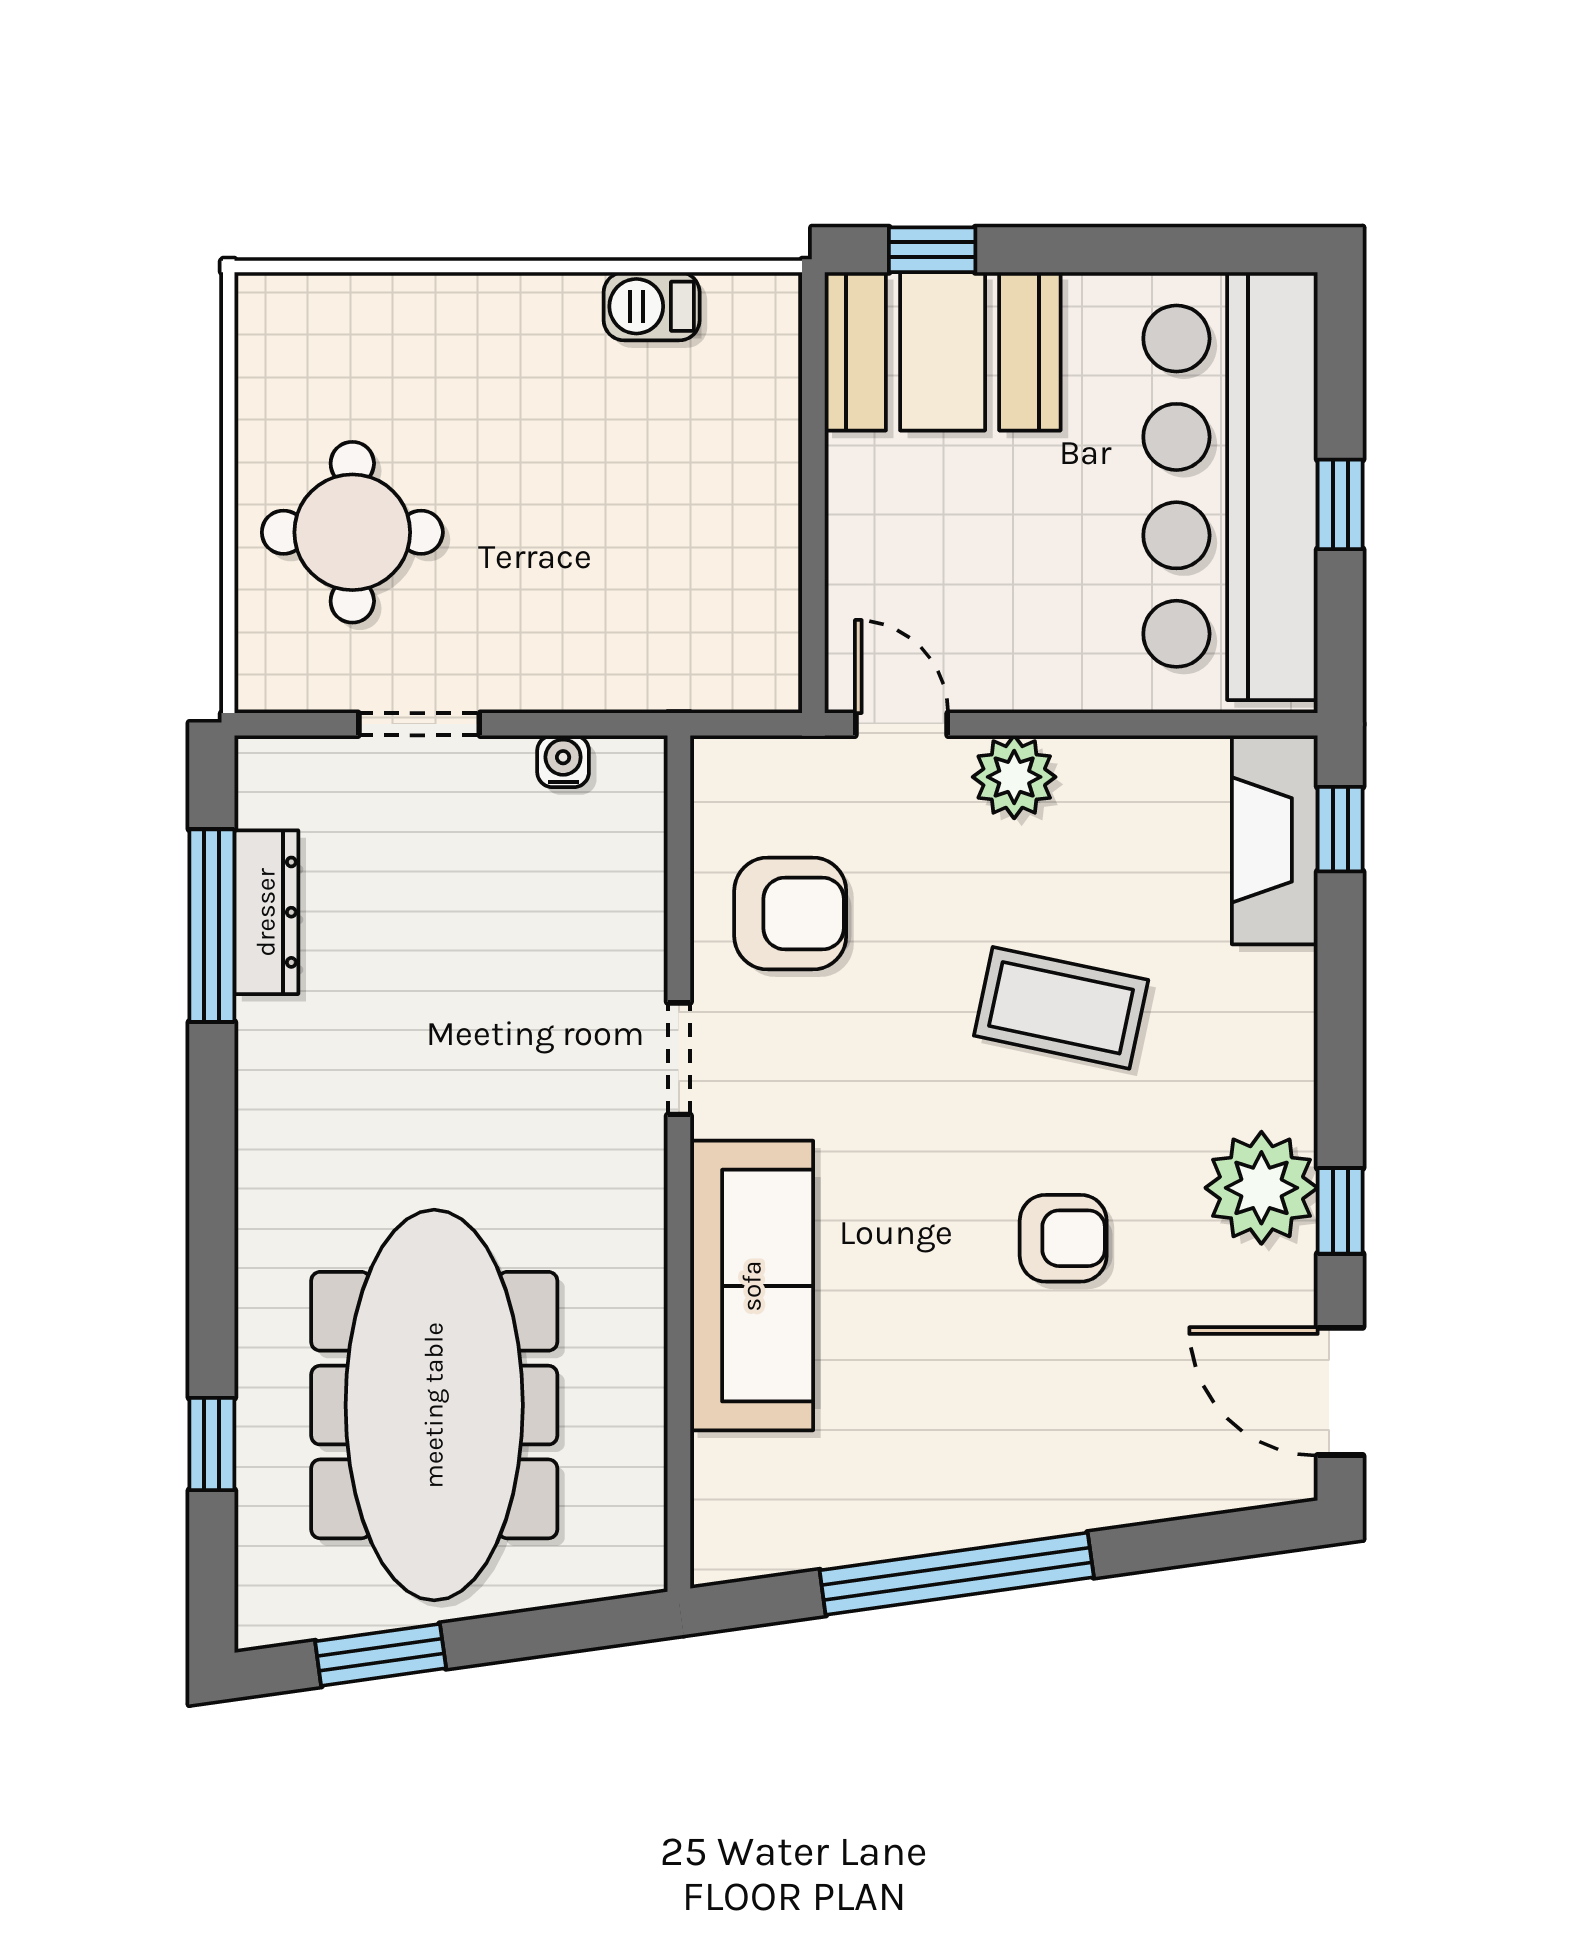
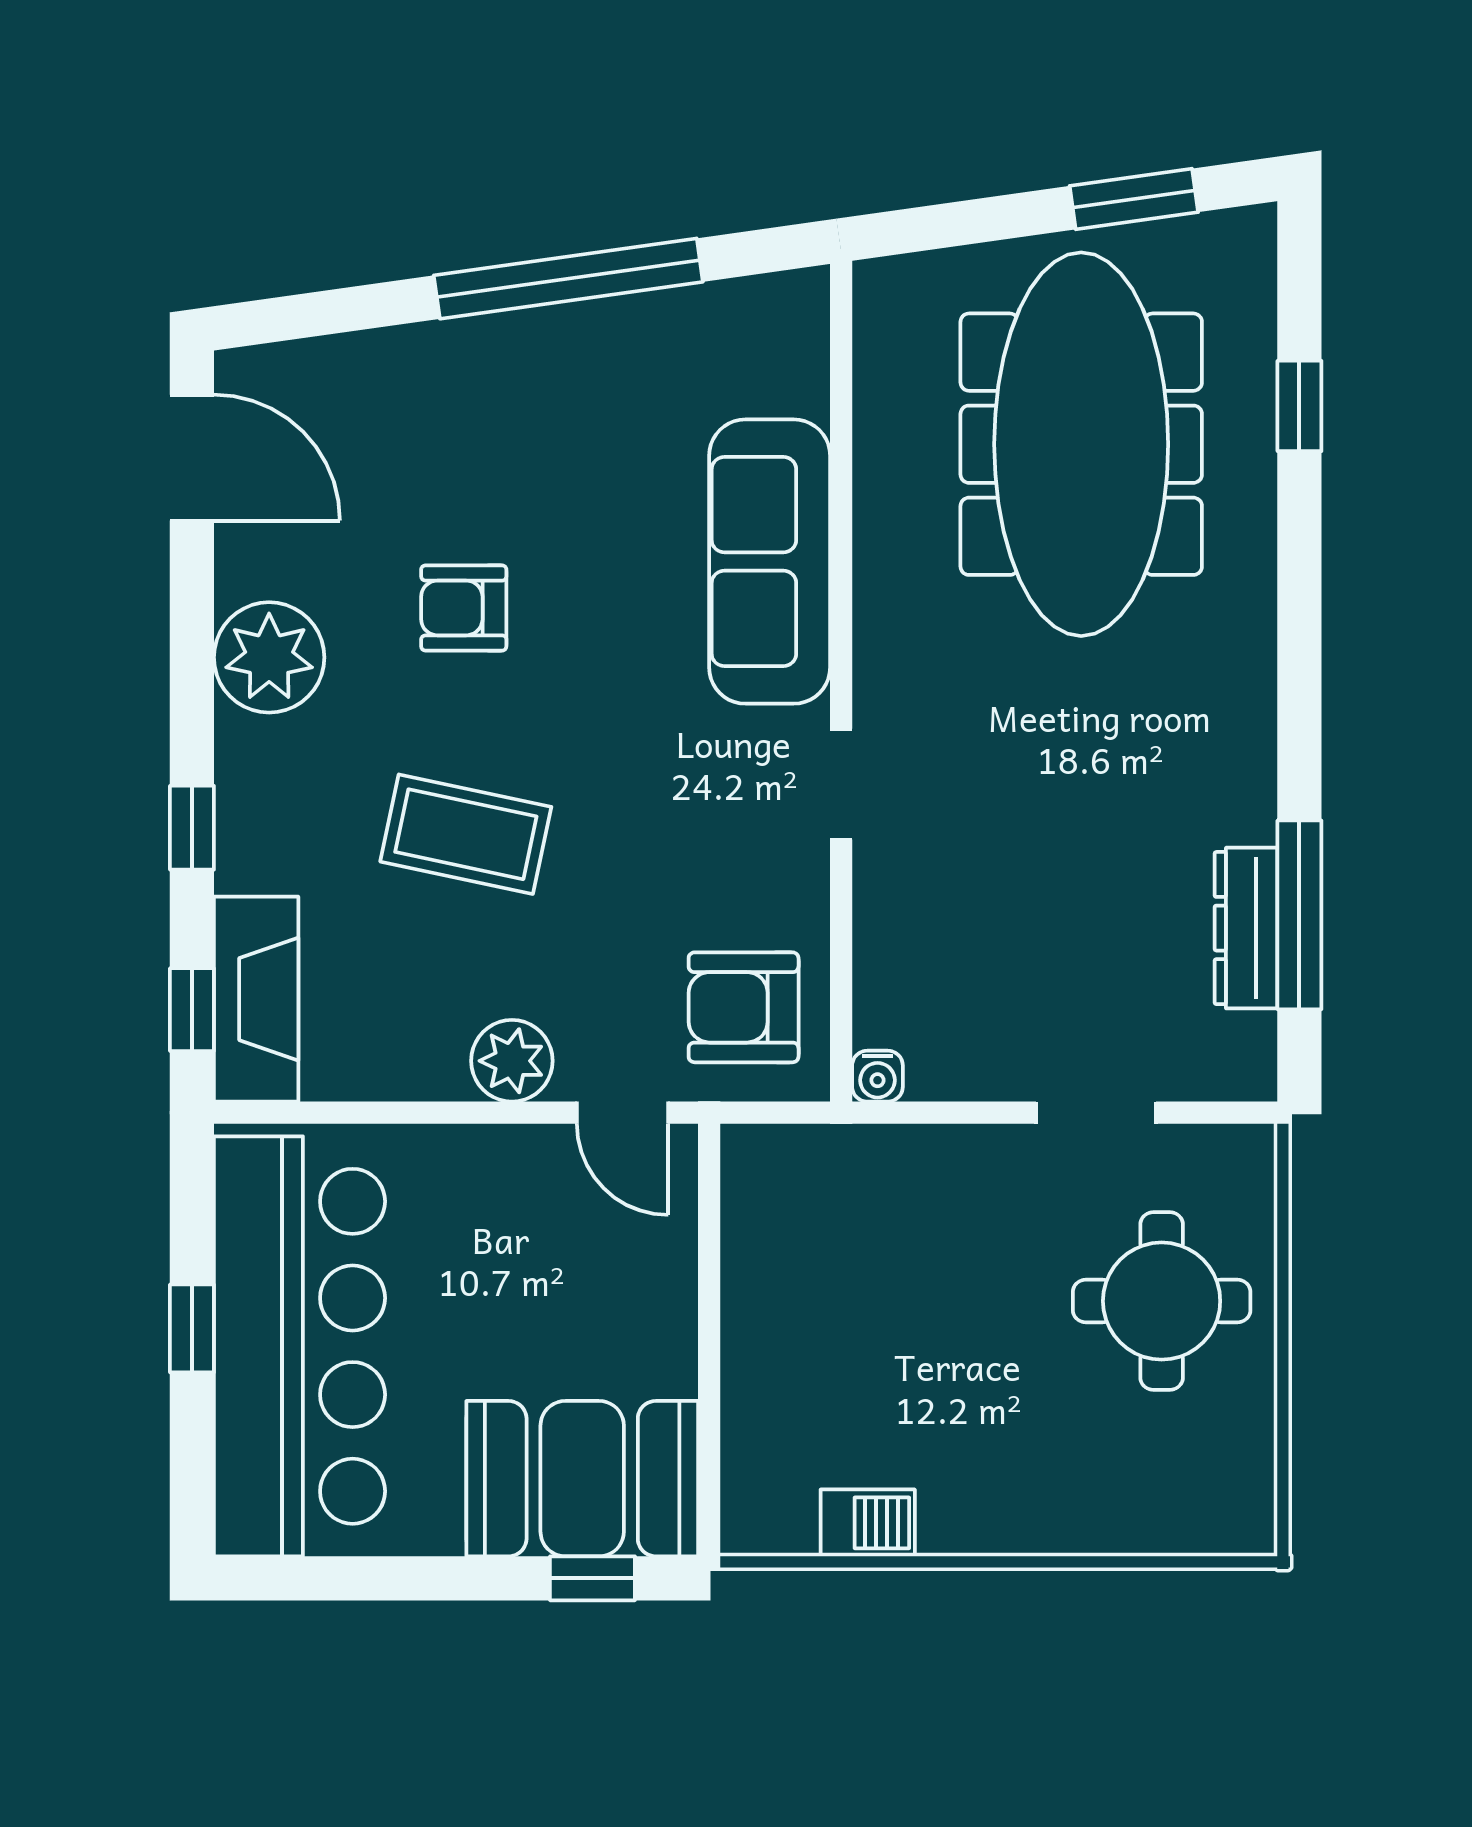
water cooler: (563, 761) -> (877, 1076), moved
armchair: (790, 913) -> (744, 1007), moved
window: (1340, 1211) -> (192, 828), moved

